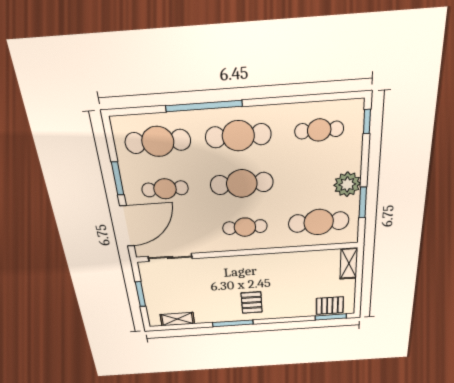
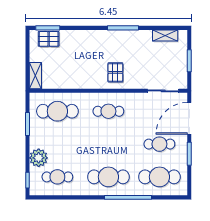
cafe table: (242, 184) -> (108, 144), removed
plant: (347, 184) -> (39, 158), moved
pallet: (252, 303) -> (115, 72), moved

